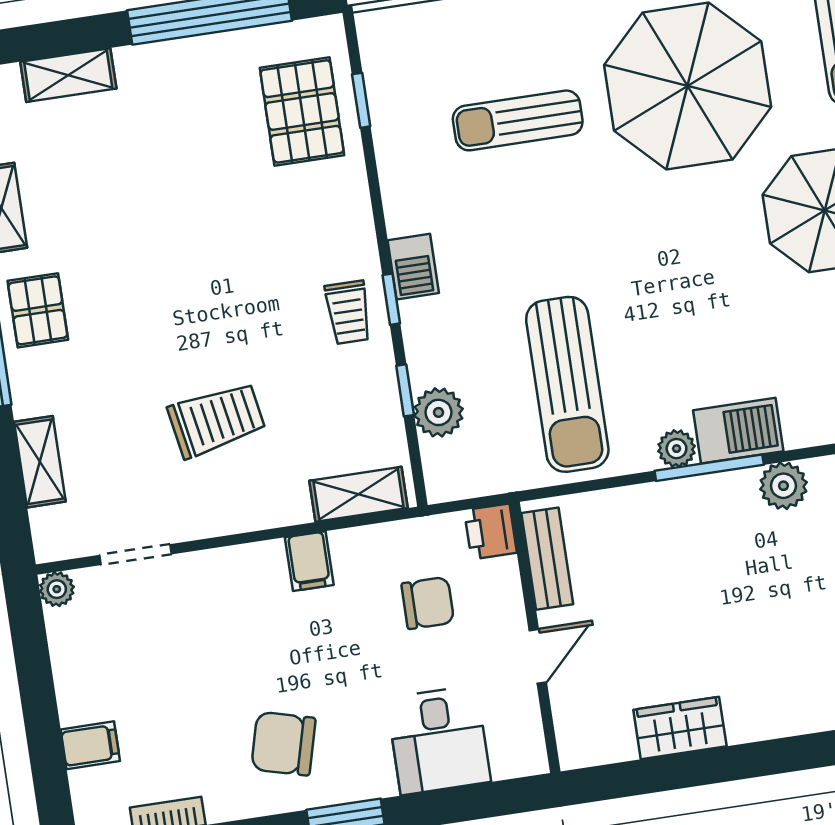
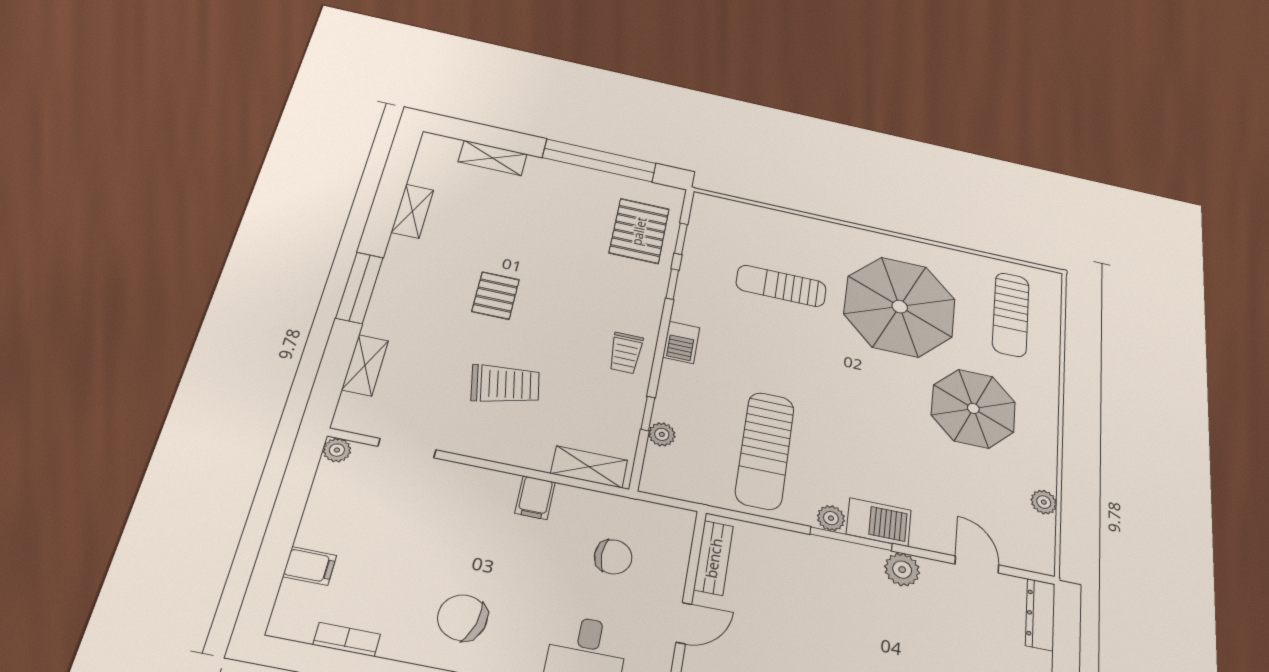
window: (391, 299) -> (672, 284), moved
pallet: (38, 310) -> (496, 296), moved
plant: (438, 412) -> (662, 434), width x0.73, depth x0.73
printer: (491, 532) -> (677, 525), removed

